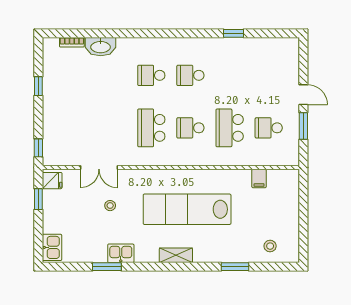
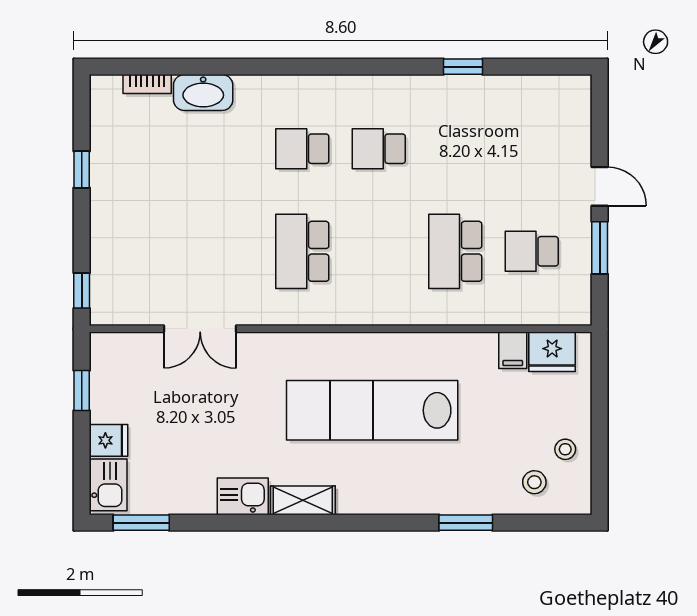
school desk: (190, 128) -> (379, 251), removed
fridge: (279, 179) -> (552, 352), added
fridge: (52, 181) -> (108, 440), moved
stool: (110, 206) -> (565, 449), moved
shelving: (176, 255) -> (303, 500), moved
window: (107, 267) -> (141, 523), moved

